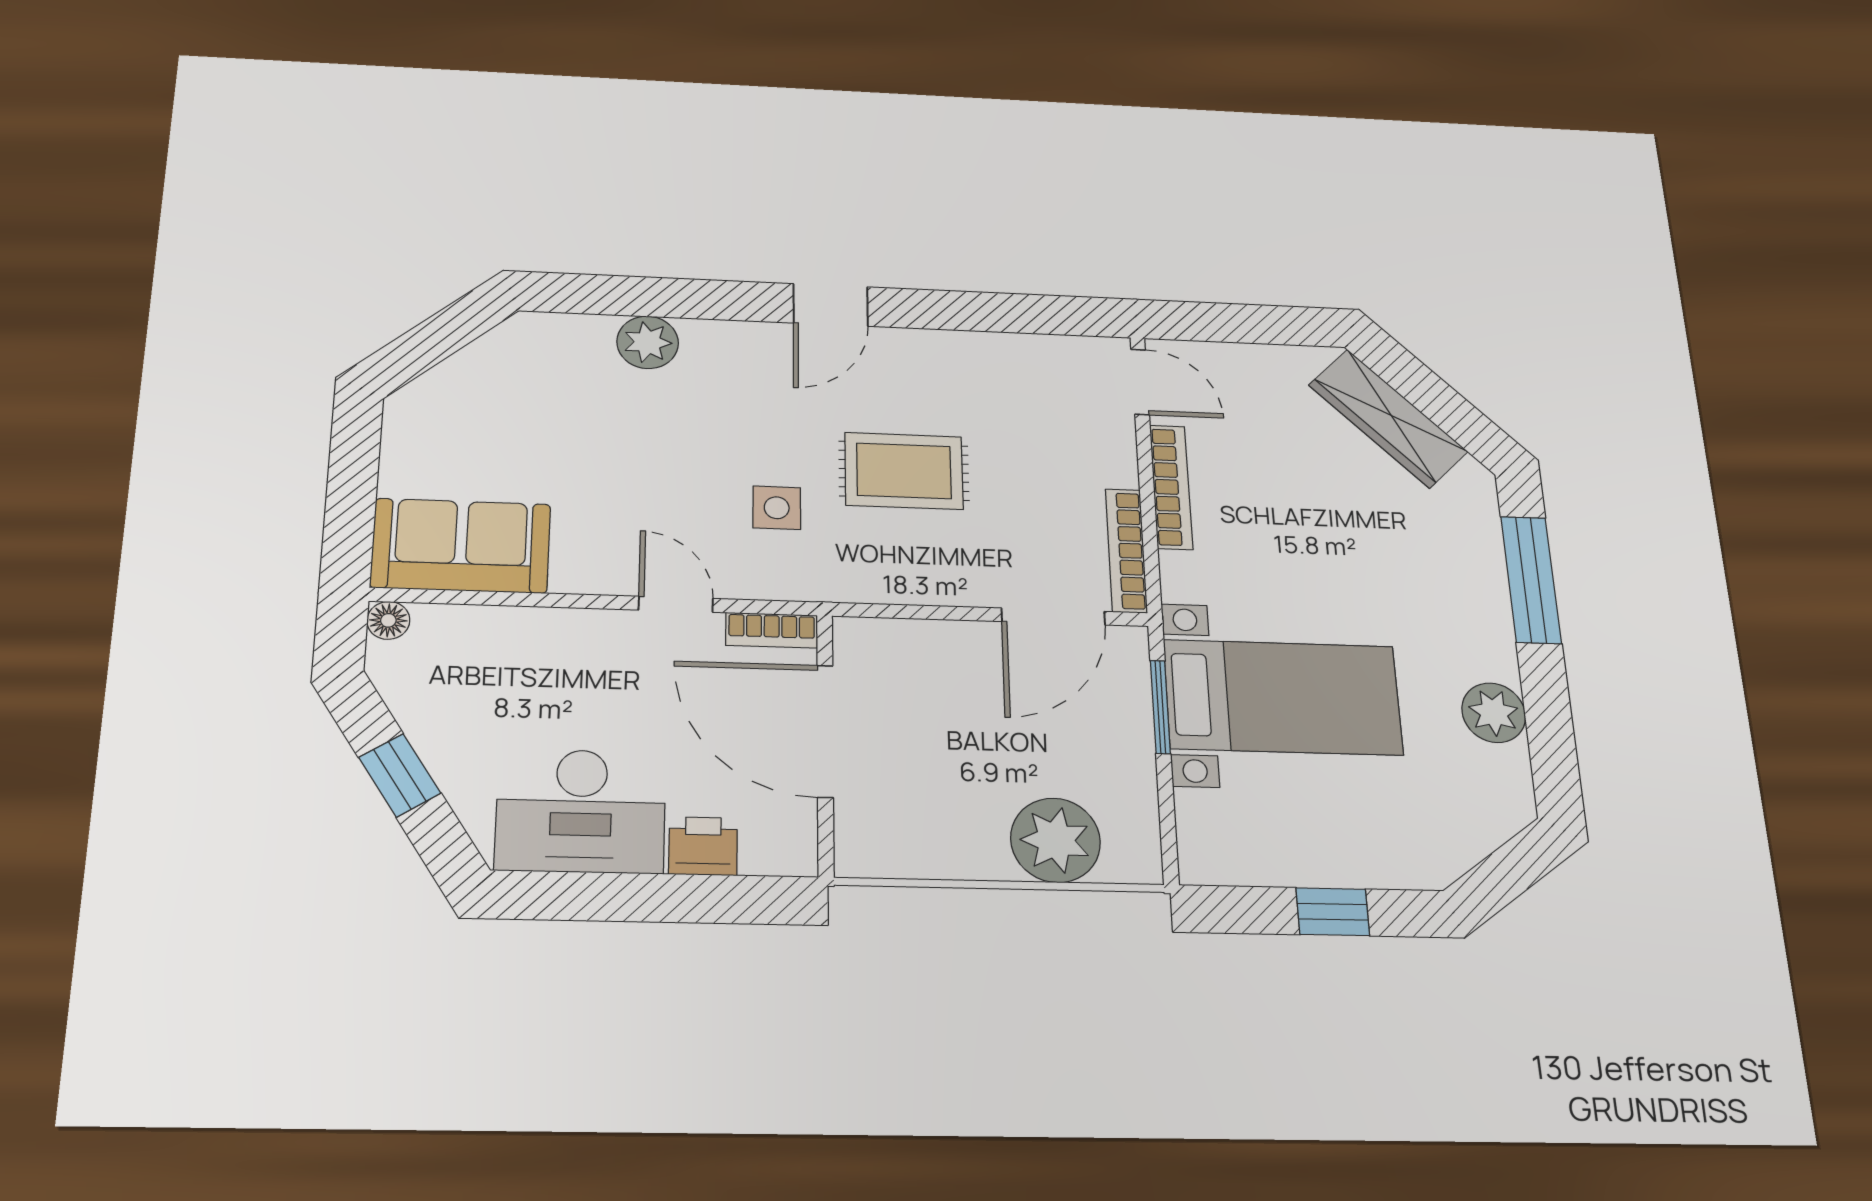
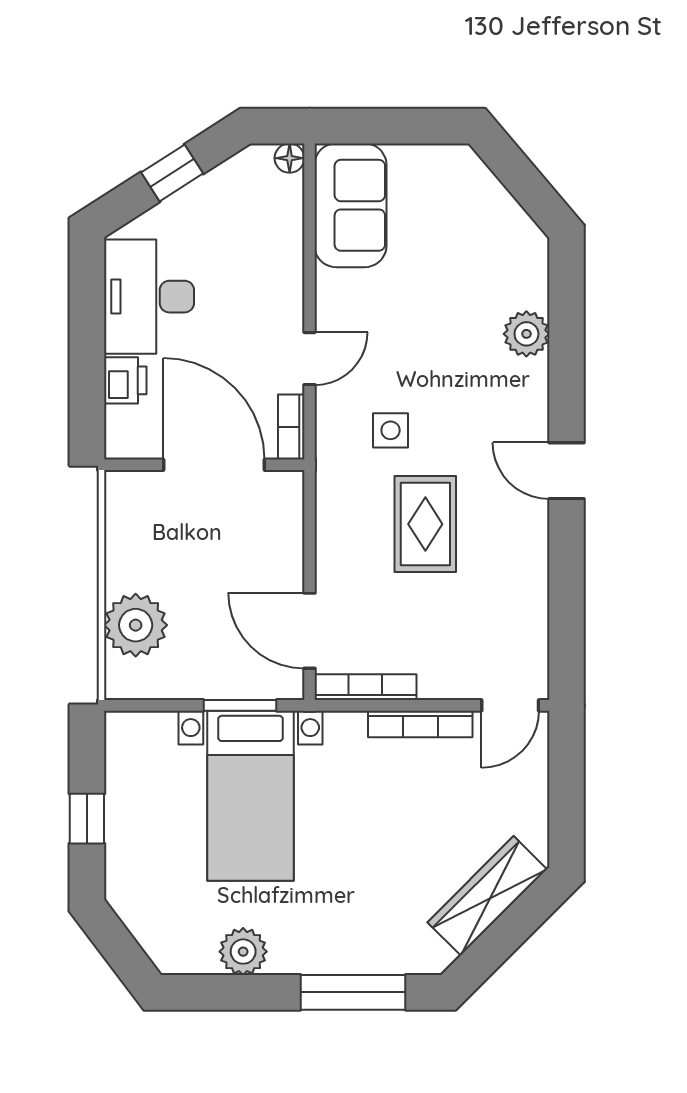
door: (825, 731) -> (214, 465), hinge flipped

